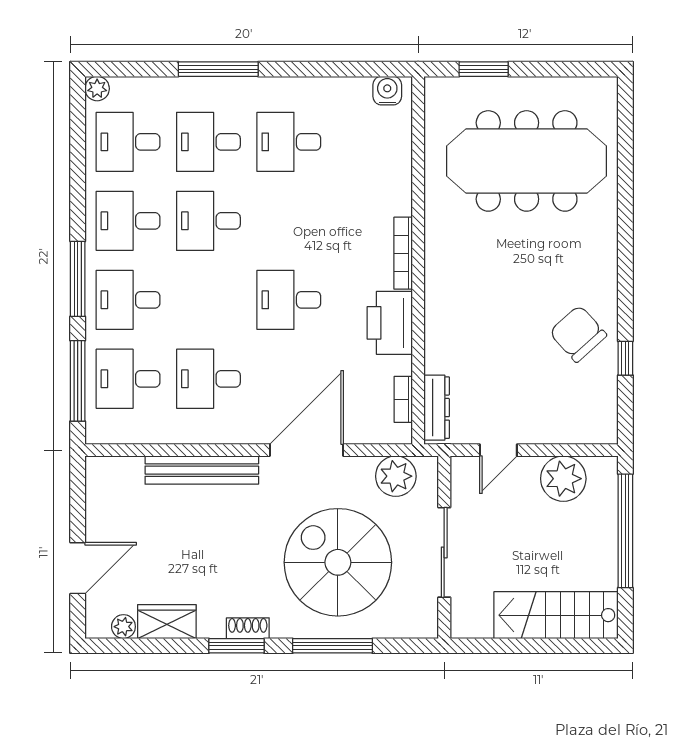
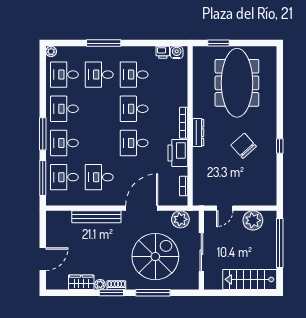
printer: (355, 90) -> (163, 52), added
meeting table: (527, 161) -> (237, 83), turned 90
desk: (208, 221) -> (134, 109), moved
chair: (578, 334) -> (244, 146), moved
window: (625, 358) -> (280, 146), moved
dresser: (437, 408) -> (198, 133), moved
spiral stairs: (338, 562) -> (155, 257), turned 90
plant: (123, 627) -> (100, 284), moved

